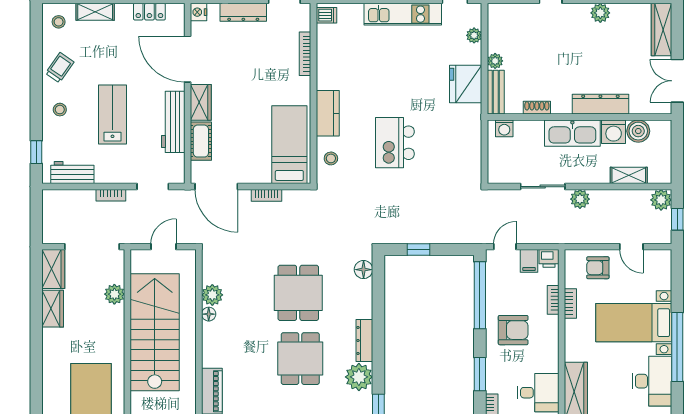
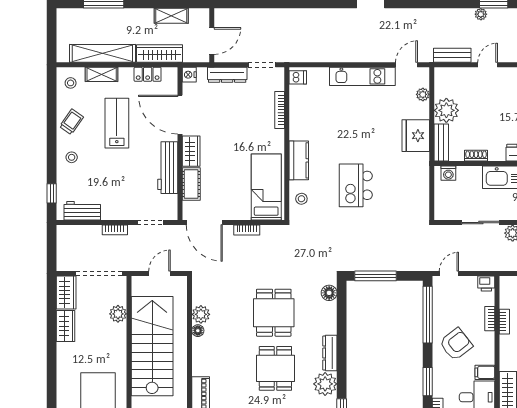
plant: (495, 61) -> (446, 110), width x1.88, depth x1.88
lab bench: (112, 114) -> (117, 123), moved
window: (418, 249) -> (376, 276), width x2.17
filing cabinet: (529, 261) -> (485, 372), moved, turned 90
armchair: (513, 330) -> (456, 344), turned -38

